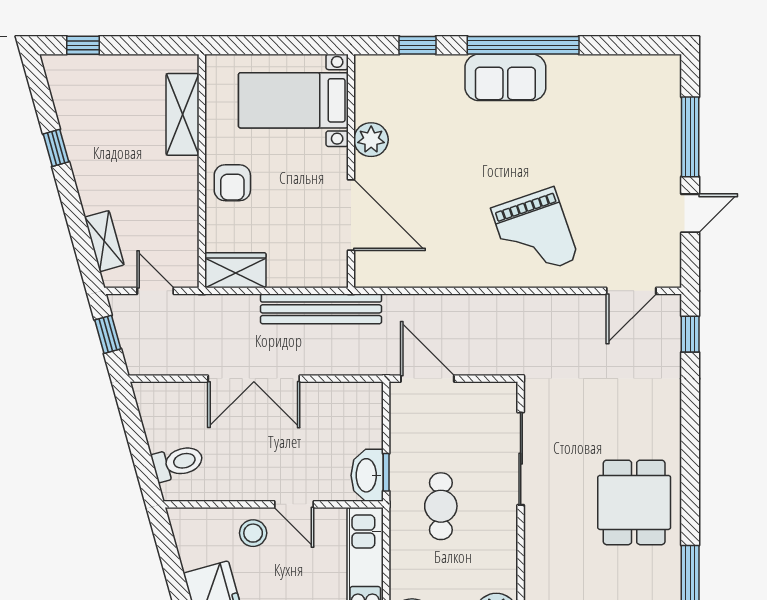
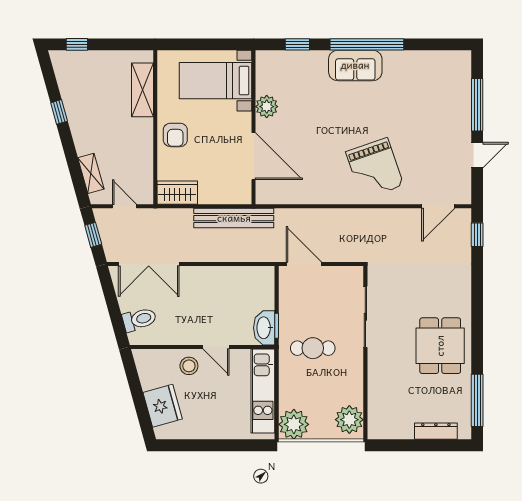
double door: (254, 379) -> (149, 264), moved
cafe table: (441, 506) -> (313, 348), turned 90

